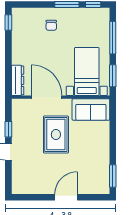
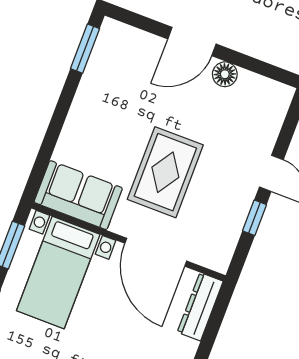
floor lamp: (46, 188) -> (225, 74), added

